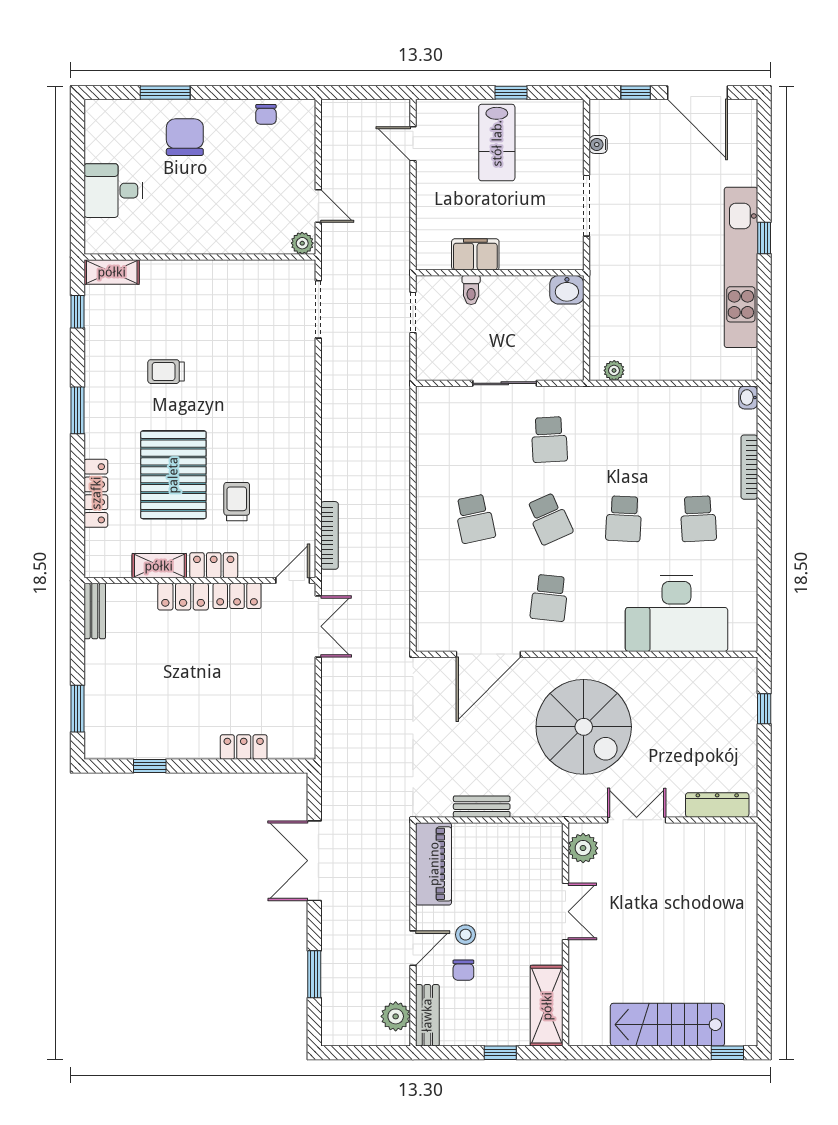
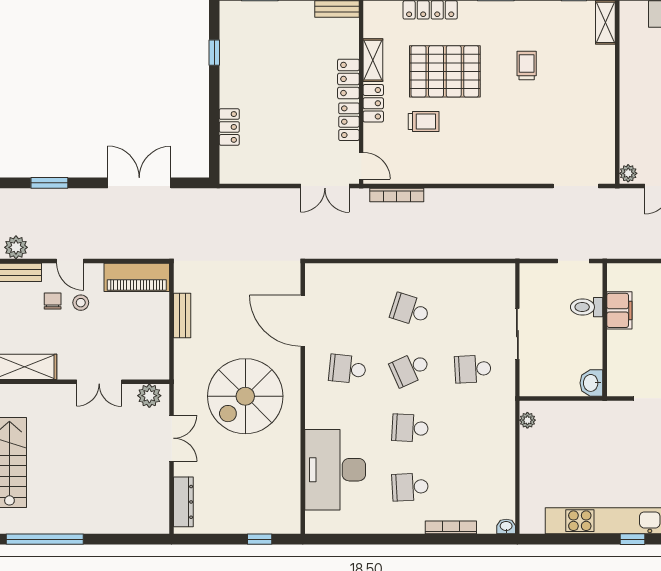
toilet: (471, 290) -> (587, 307), width x1.37, depth x1.39
school desk: (475, 519) -> (410, 310), turned 30
chair: (463, 970) -> (53, 301), turned 90
window: (764, 980) -> (45, 539), added

